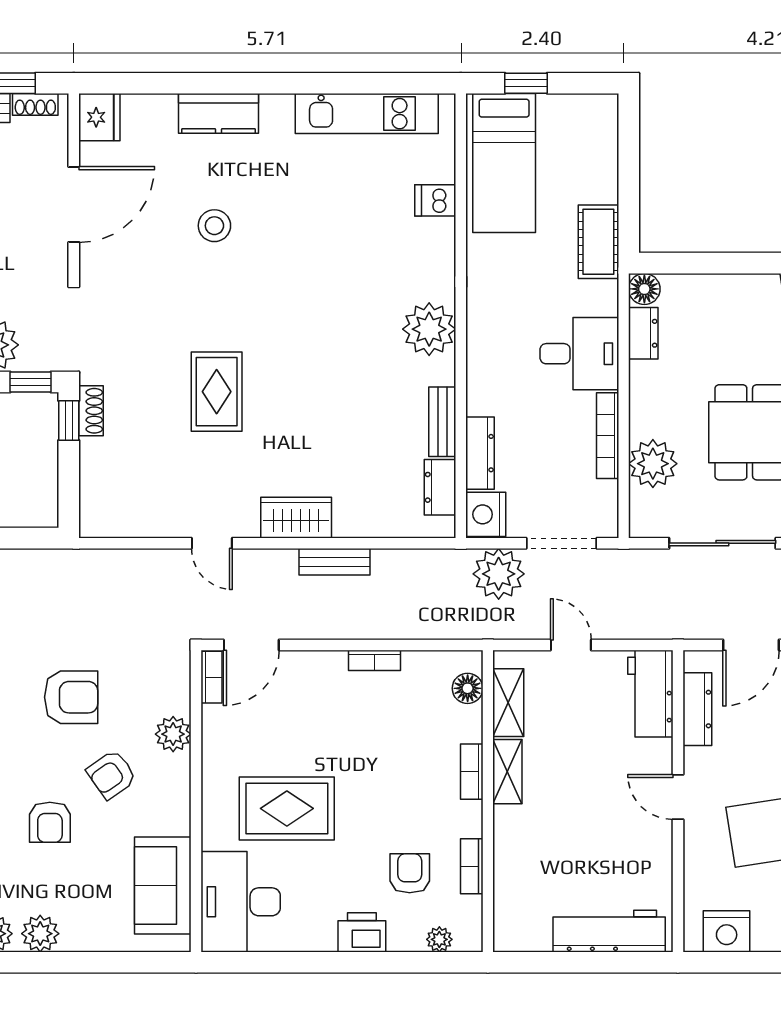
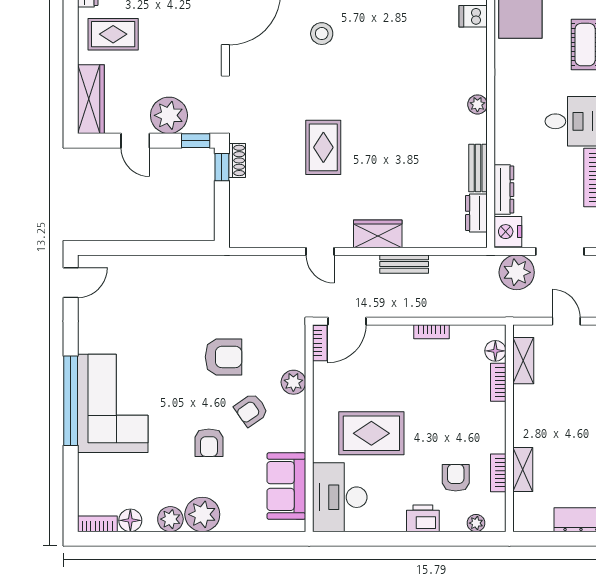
plant: (429, 329) -> (477, 104), width x0.53, depth x0.53
bookcase: (472, 772) -> (498, 382), moved
shelving: (507, 772) -> (523, 469), moved
plant: (40, 934) -> (202, 514), width x1.36, depth x1.36

